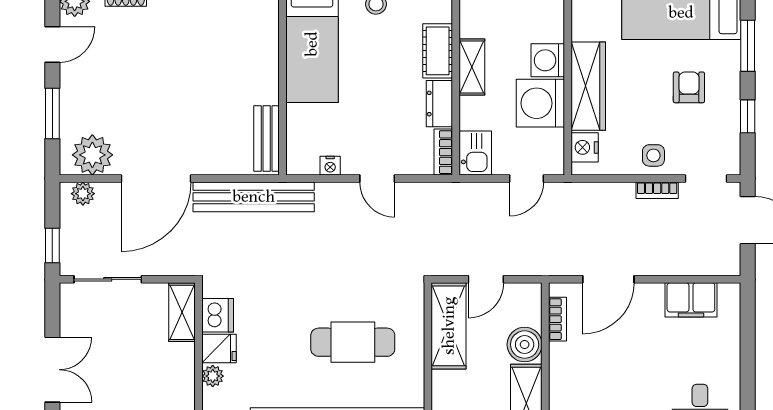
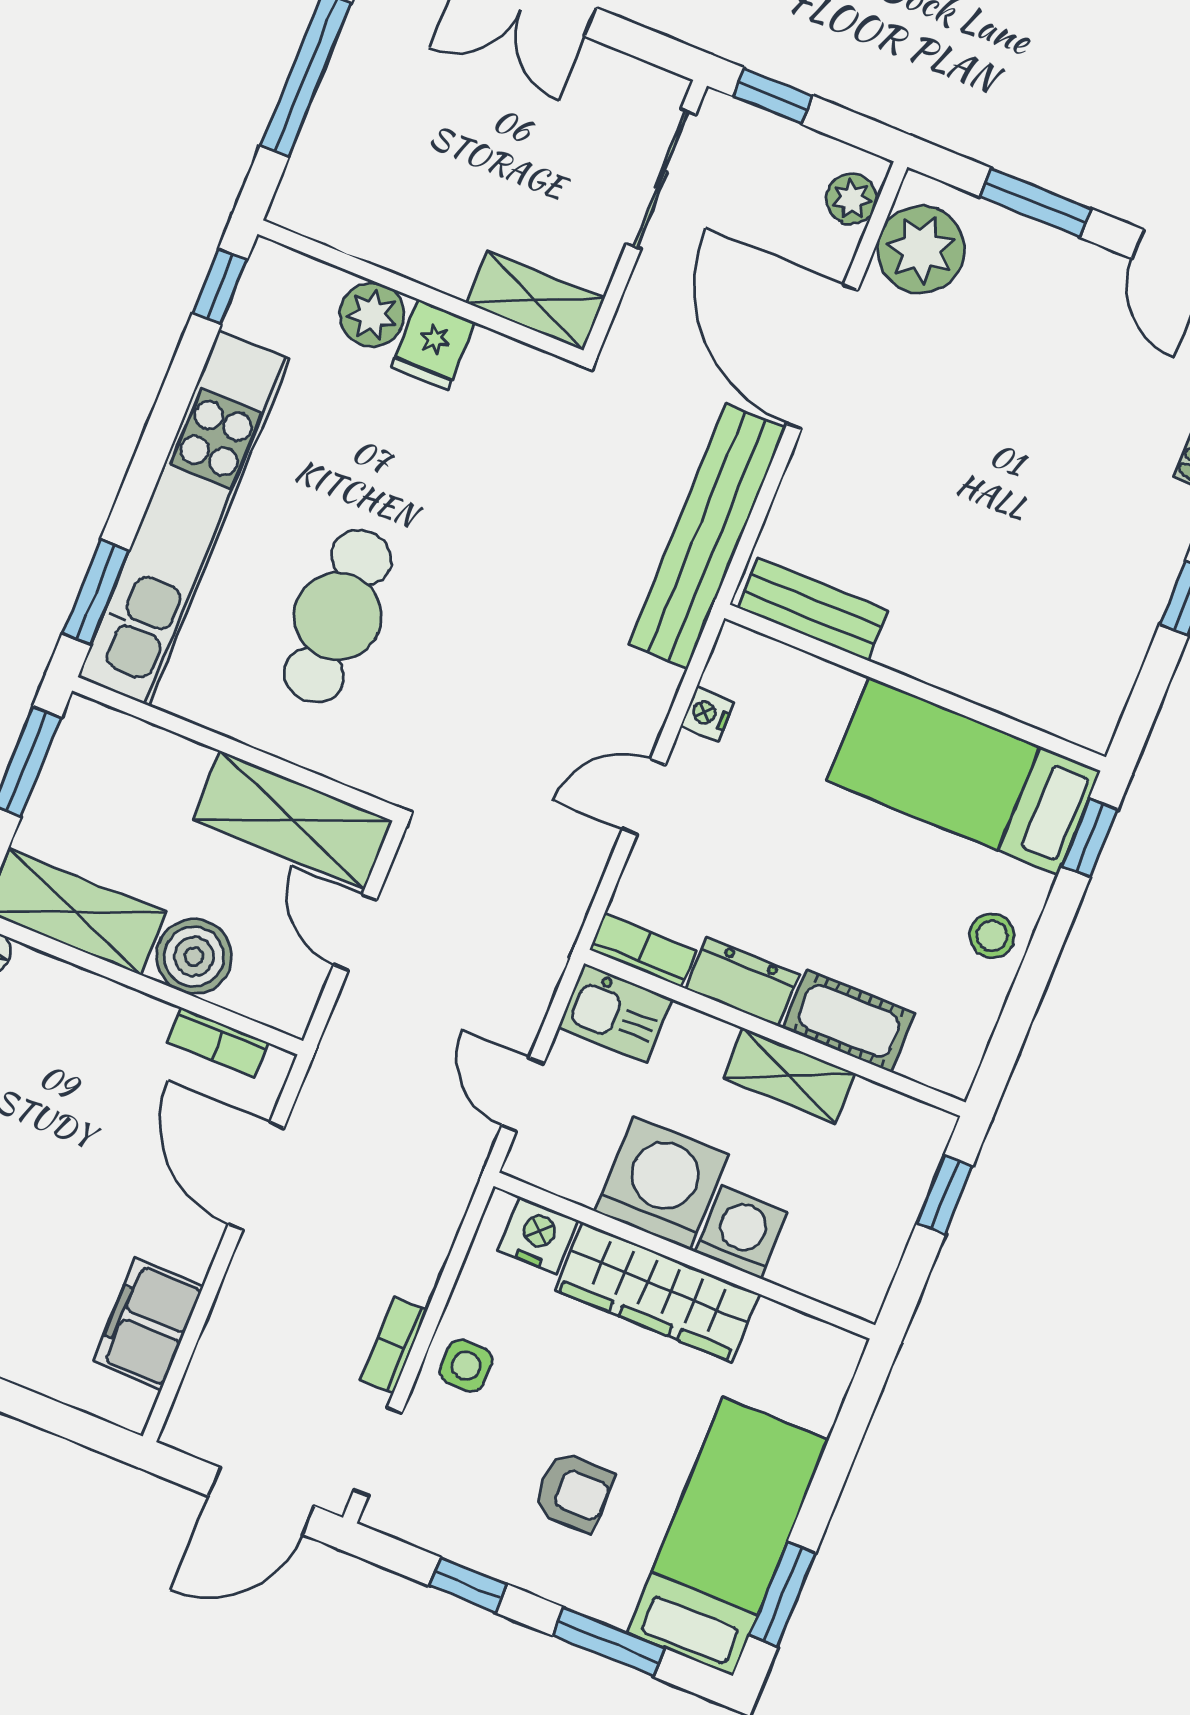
dishwasher: (218, 315) -> (501, 369), removed
plant: (213, 376) -> (372, 315), width x1.38, depth x1.38

